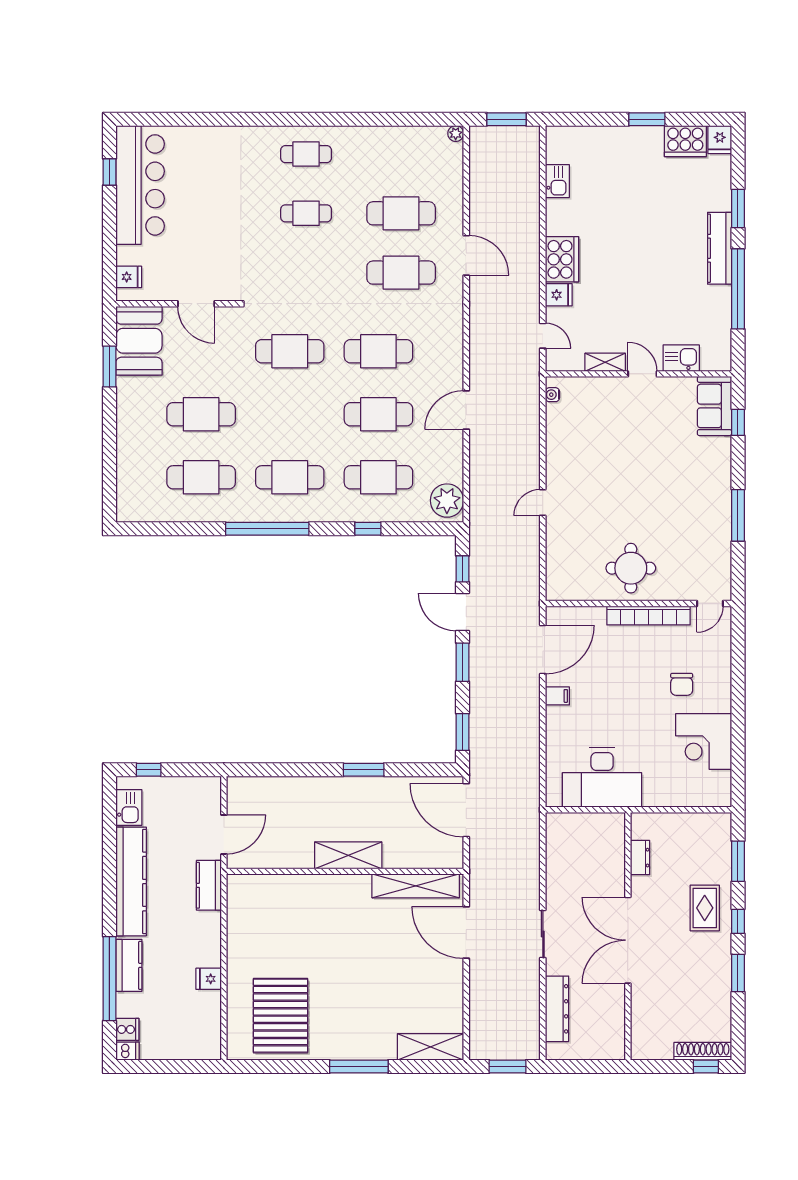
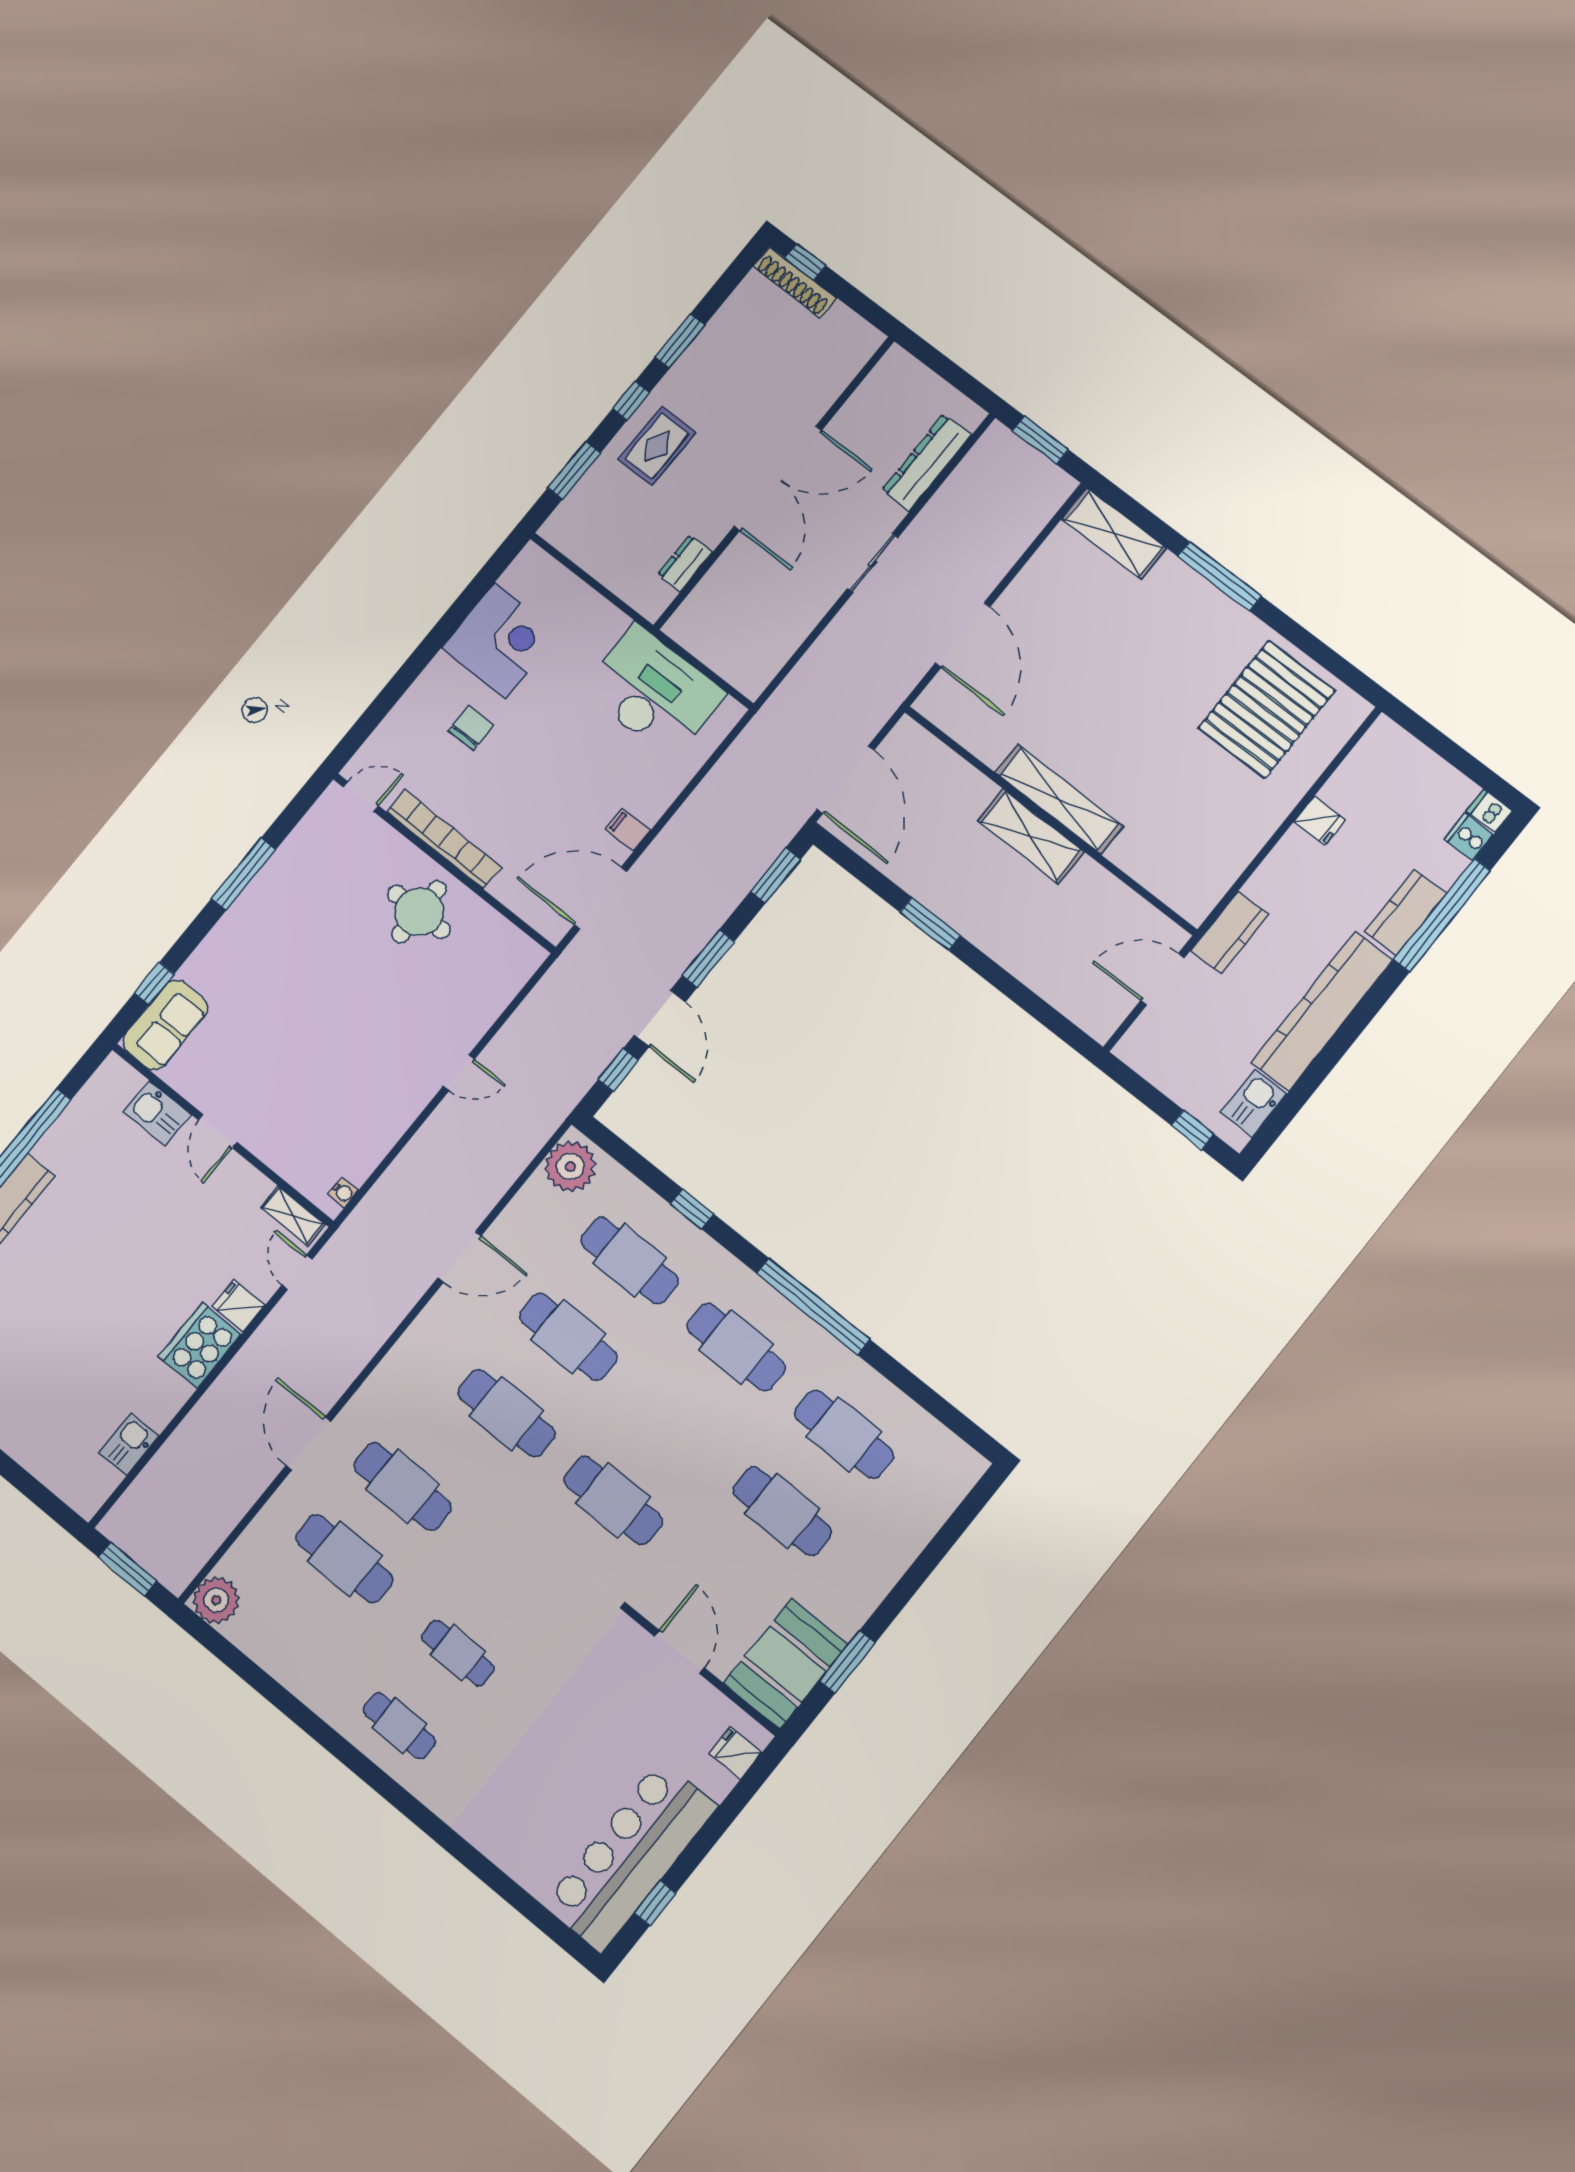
plant: (456, 134) -> (216, 1600), width x1.88, depth x1.88
shelving: (605, 362) -> (293, 1216), moved
shelving: (416, 886) -> (1059, 799), moved

